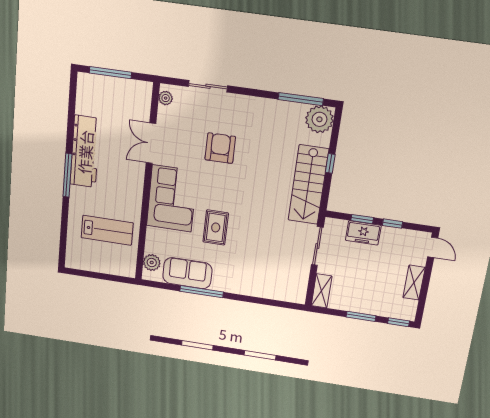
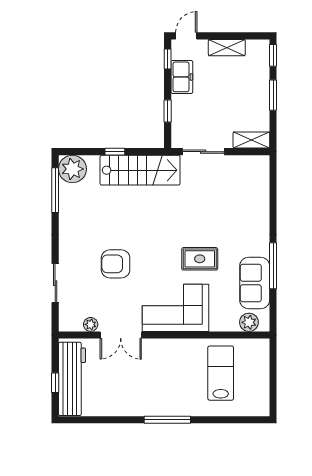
window: (110, 73) -> (55, 383), width x0.46
plant: (166, 98) -> (91, 324), moved
workbench: (85, 152) -> (72, 379), moved, turned 90
window: (392, 224) -> (168, 59), moved
freezer: (363, 233) -> (182, 77), moved

